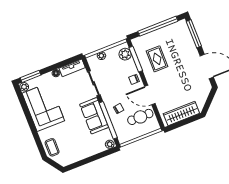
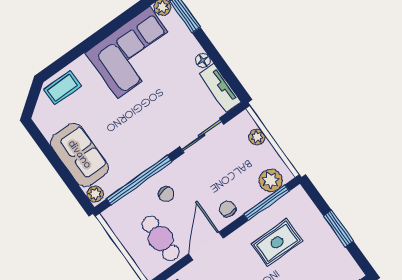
window: (158, 26) -> (338, 229), width x0.47
sofa: (94, 116) -> (79, 155), moved, turned 90

